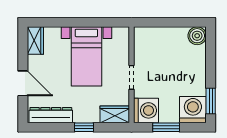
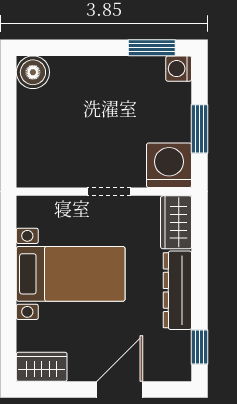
washing machine: (193, 110) -> (179, 69), width x0.53, depth x0.53
dresser: (51, 115) -> (177, 290), moved
window: (84, 127) -> (200, 347), moved

